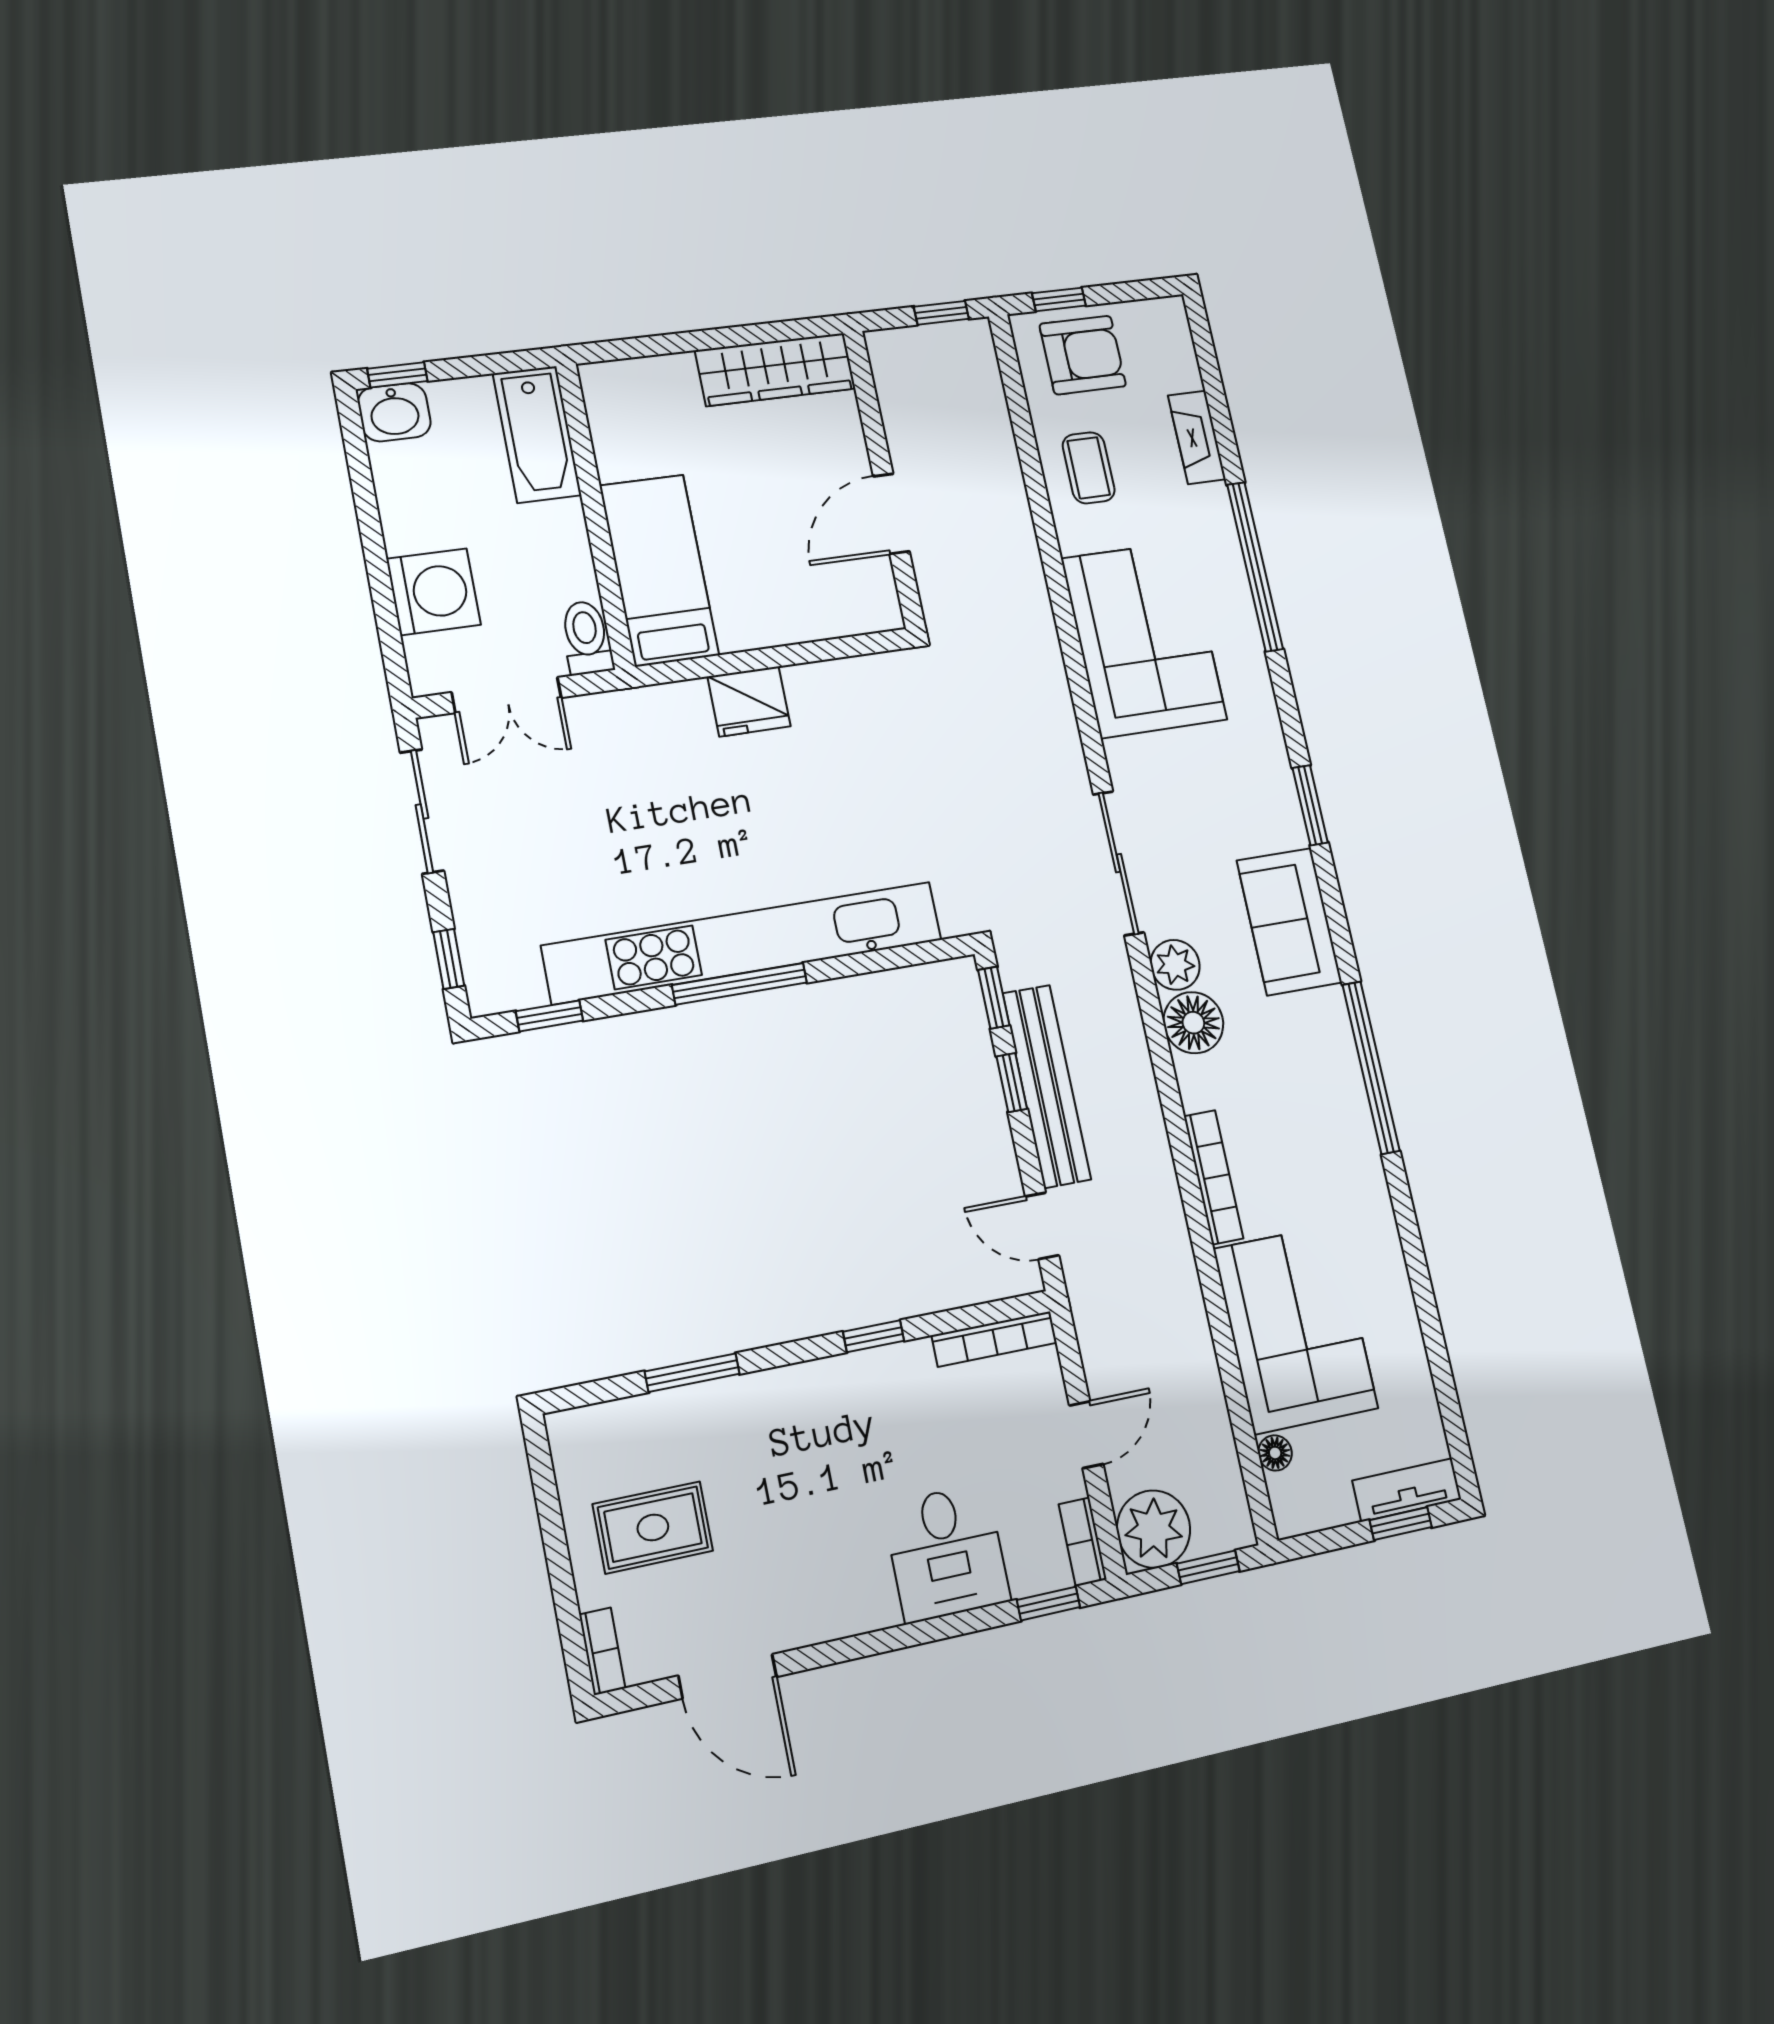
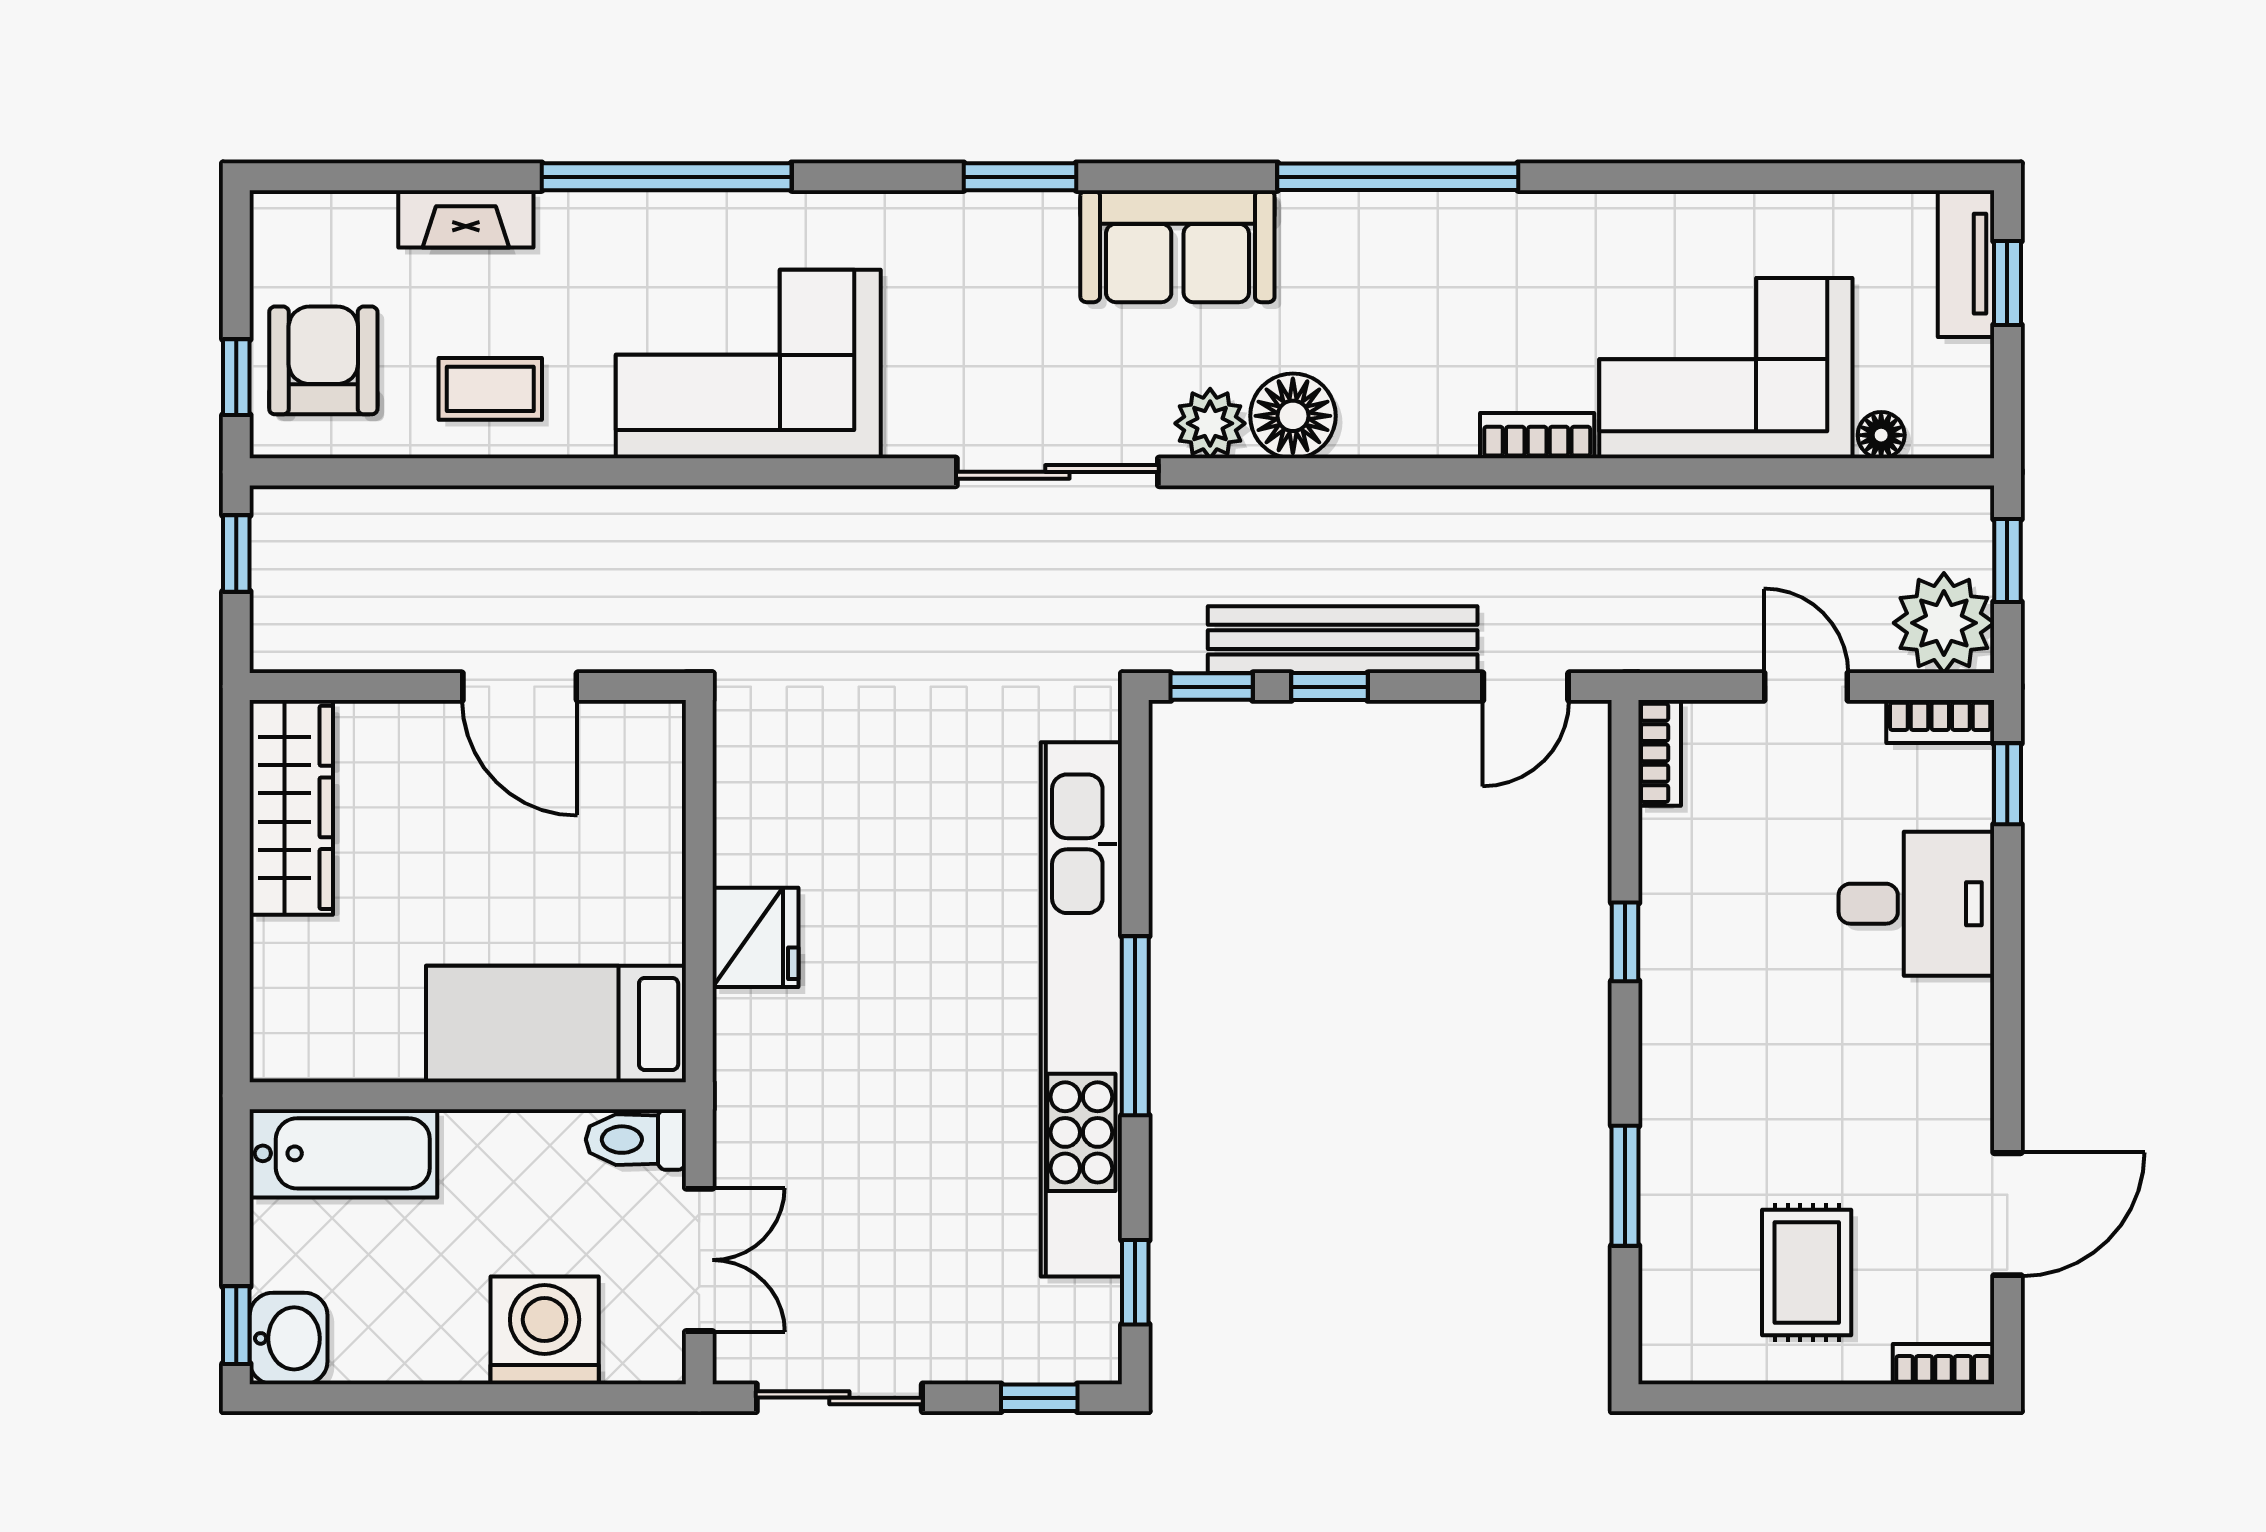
bookcase: (1214, 1177) -> (1537, 436), width x0.64
bookcase: (994, 1339) -> (1660, 753), width x0.64

